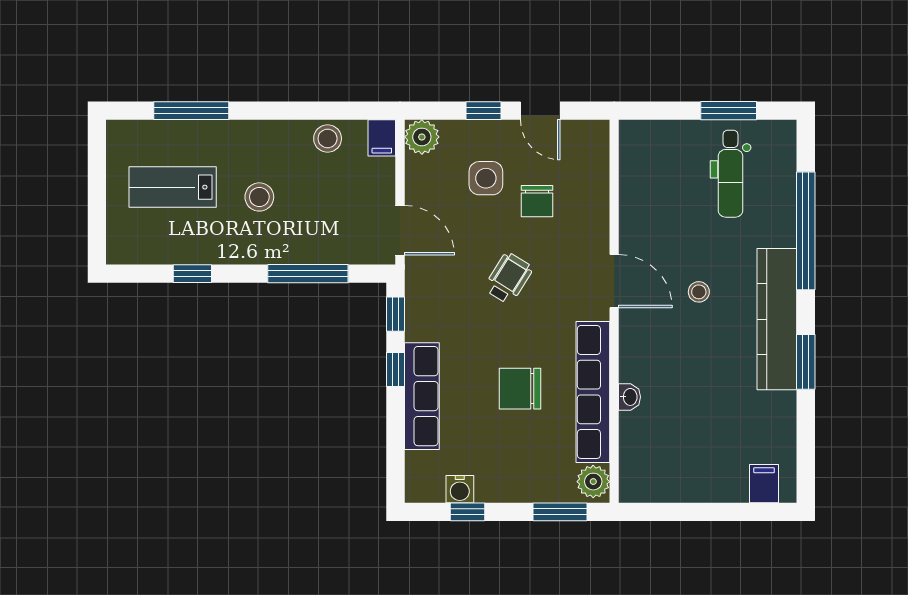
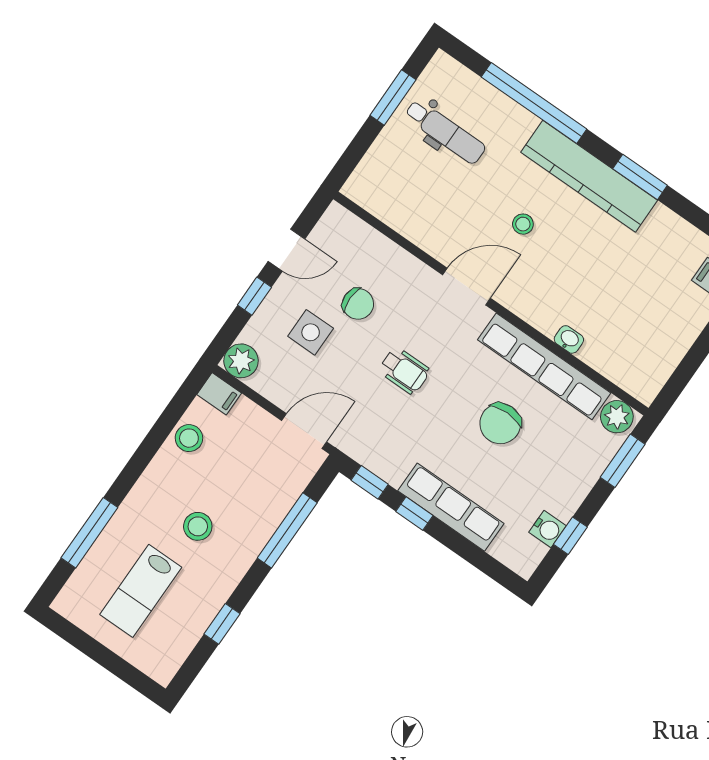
wheelchair: (508, 278) -> (404, 371), turned 148

